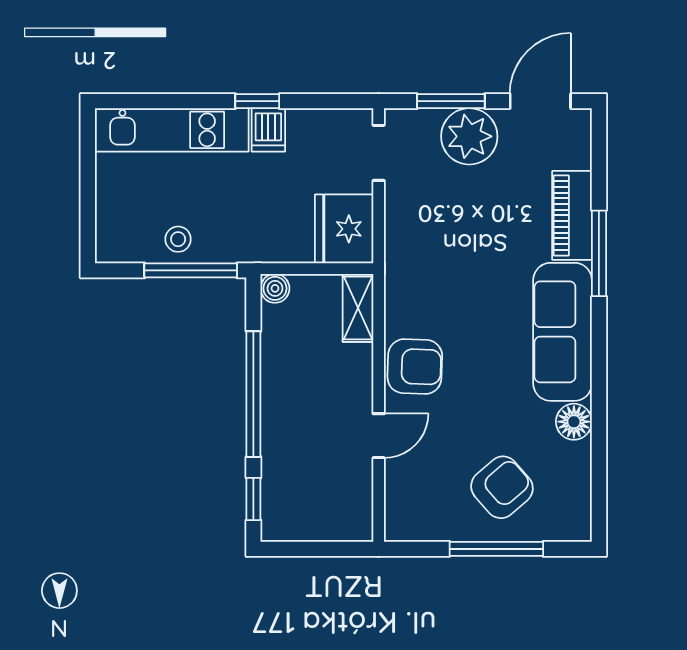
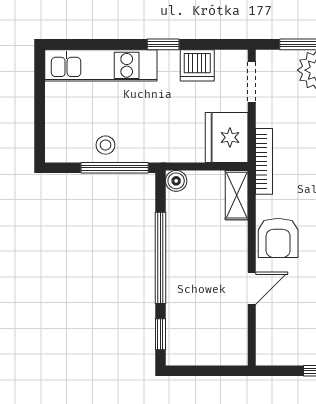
dishwasher: (268, 130) -> (197, 65), moved, width x1.38
bookcase: (395, 262) -> (264, 161), added
armchair: (415, 367) -> (278, 238), turned 88

